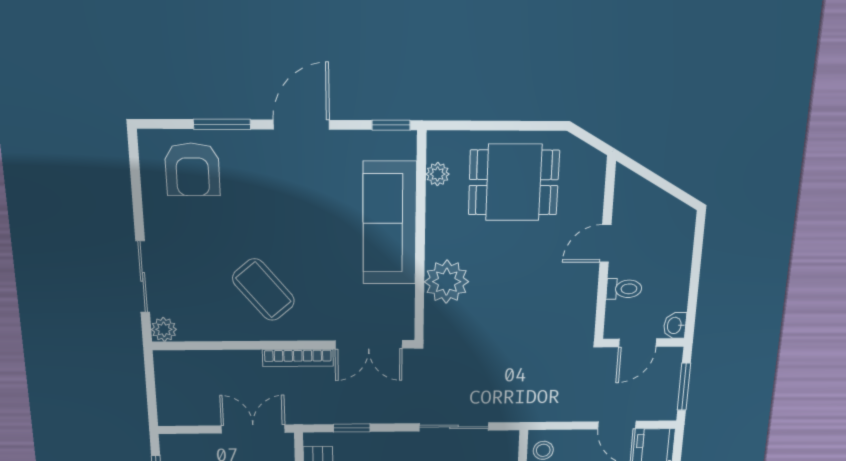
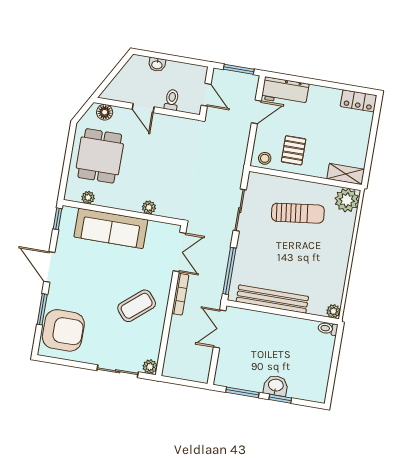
armchair: (192, 169) -> (63, 330), width x1.36, depth x1.36
floor lamp: (591, 178) -> (105, 112), added
plant: (447, 282) -> (149, 207), width x0.53, depth x0.53
washbasin: (675, 325) -> (157, 65), moved
window: (352, 428) -> (229, 271), width x2.17

